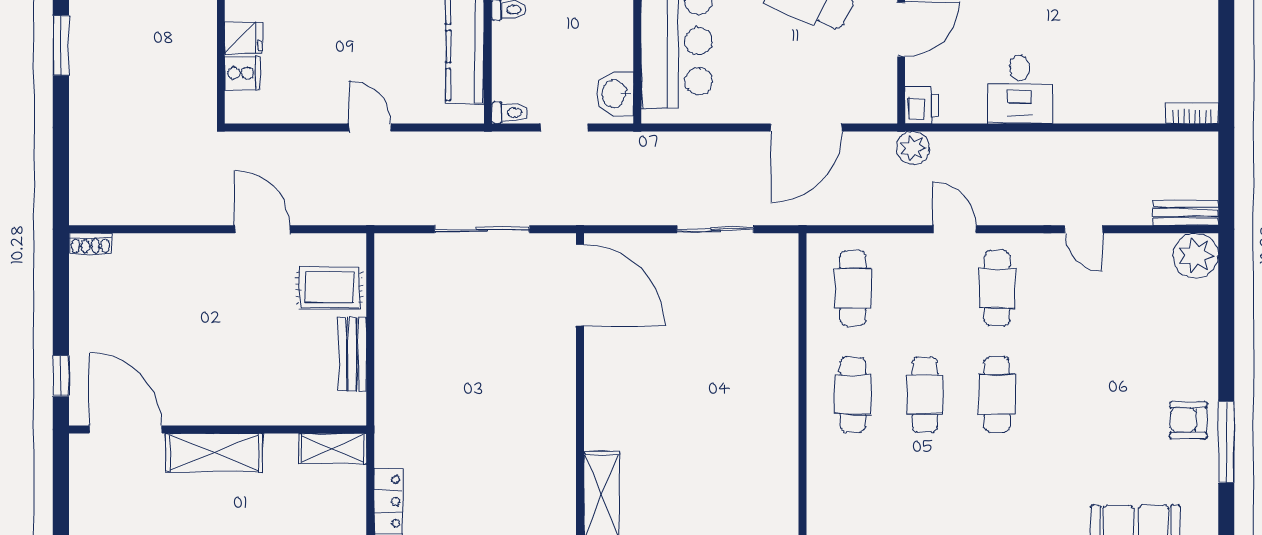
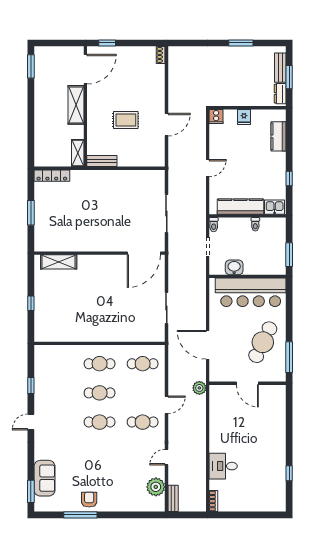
cooker: (243, 73) -> (216, 117), moved
desk: (1020, 89) -> (223, 466), moved
washbasin: (615, 94) -> (234, 267), moved
printer: (922, 105) -> (217, 392), removed
plant: (1196, 256) -> (156, 487), moved
rug: (330, 288) -> (126, 120), moved, turned 90
bench: (352, 354) -> (102, 161), moved

